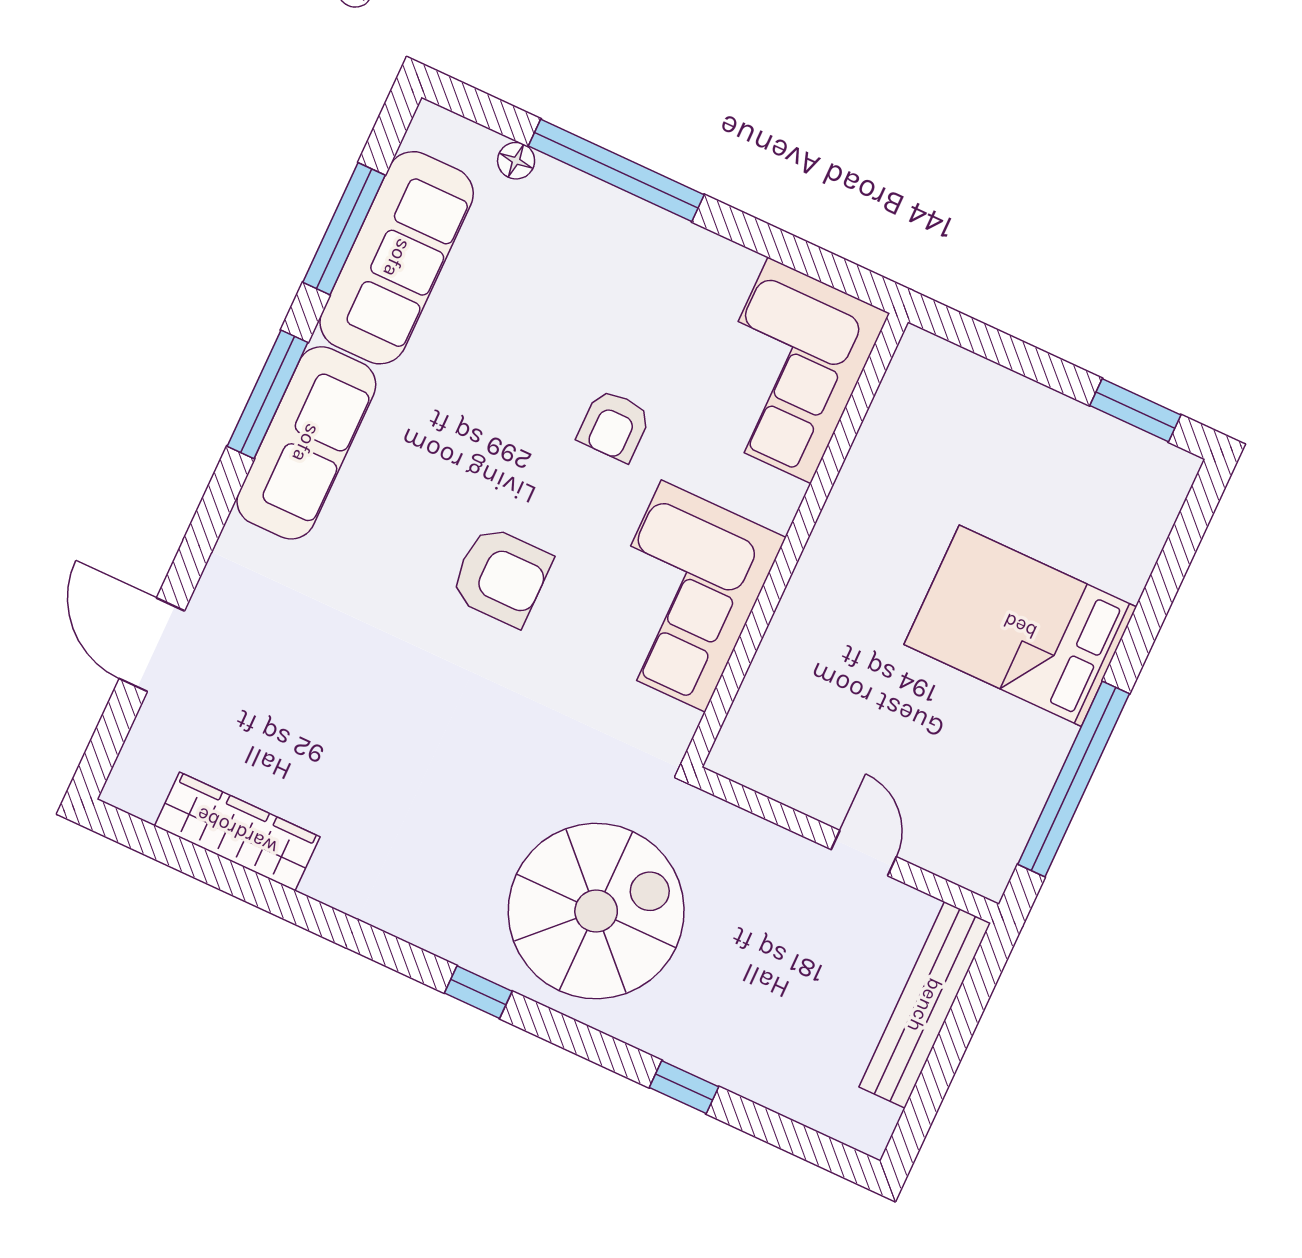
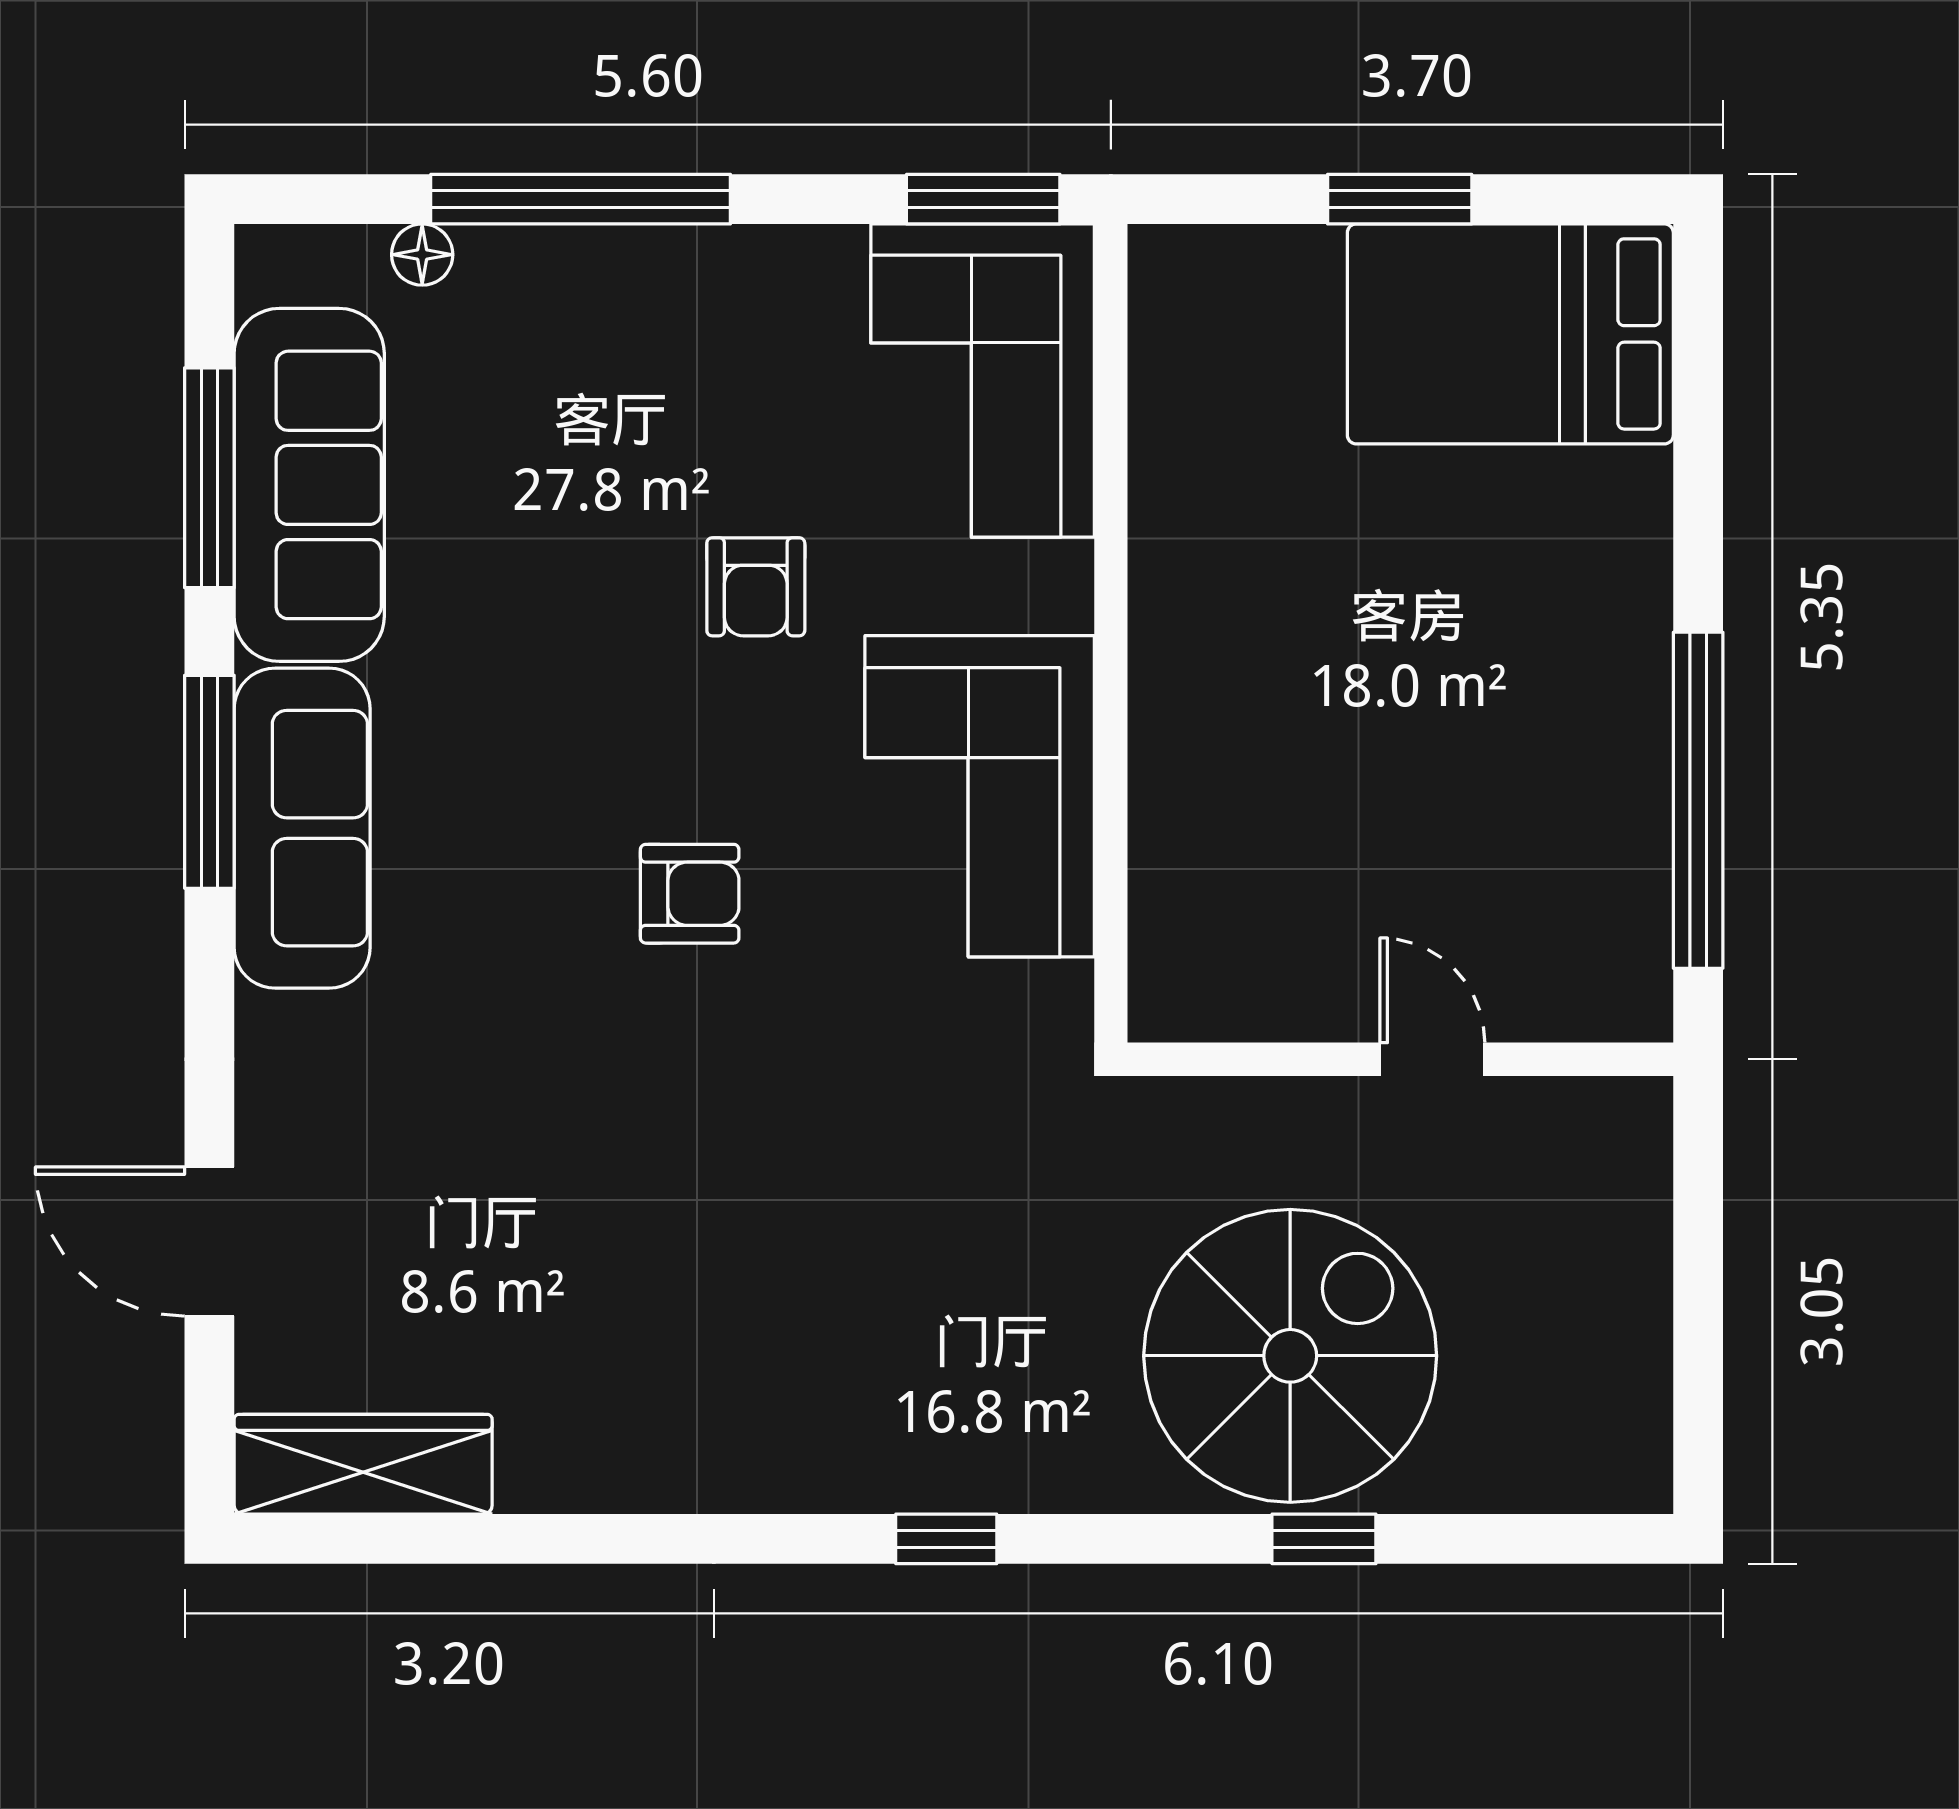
window: (836, 272) -> (983, 199), added
window: (1135, 410) -> (1400, 199), moved
armchair: (501, 576) -> (690, 894), width x0.72, depth x0.72
bed: (1020, 626) -> (1510, 334), moved
wardrobe: (237, 831) -> (363, 1464), moved
spiral stairs: (596, 911) -> (1290, 1356), moved
bench: (925, 1005) -> (1631, 1246), removed

